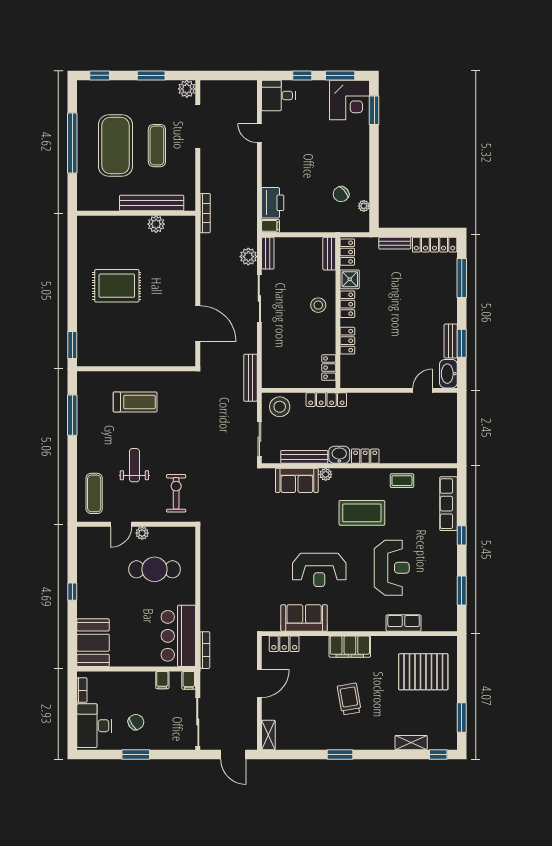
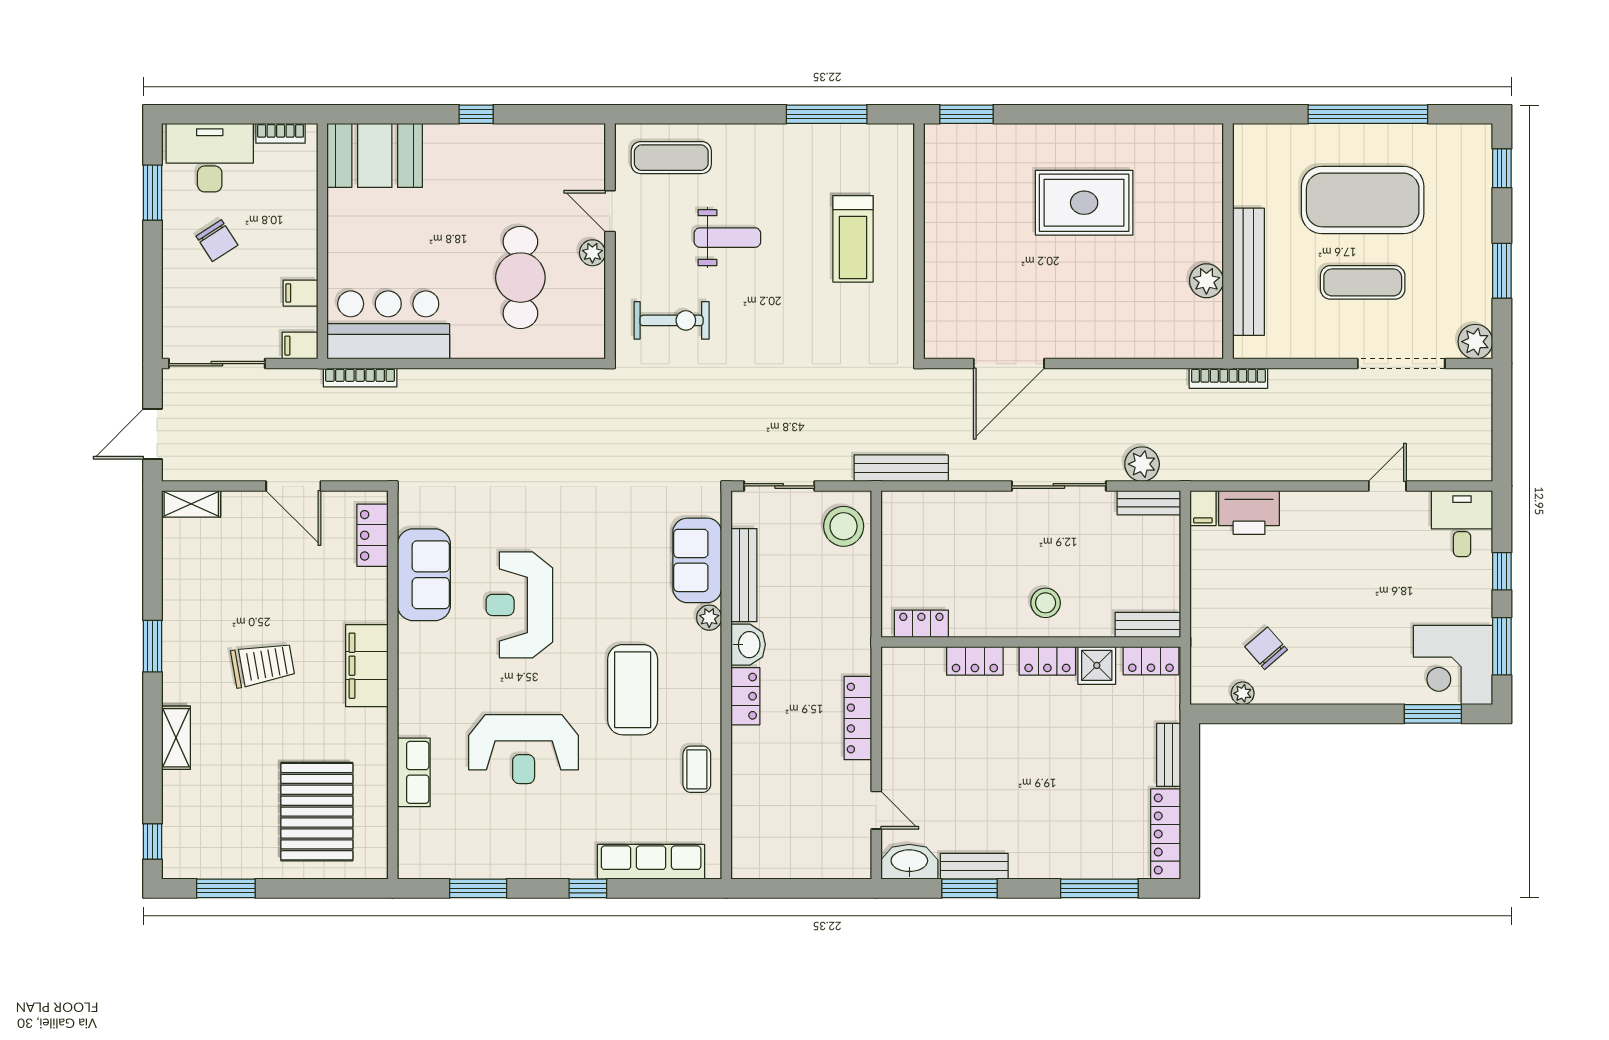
rug: (117, 286) -> (1084, 203), turned 90
locker: (326, 400) -> (858, 718), moved
shelving: (411, 743) -> (176, 738), moved
window: (136, 754) -> (153, 193), moved

